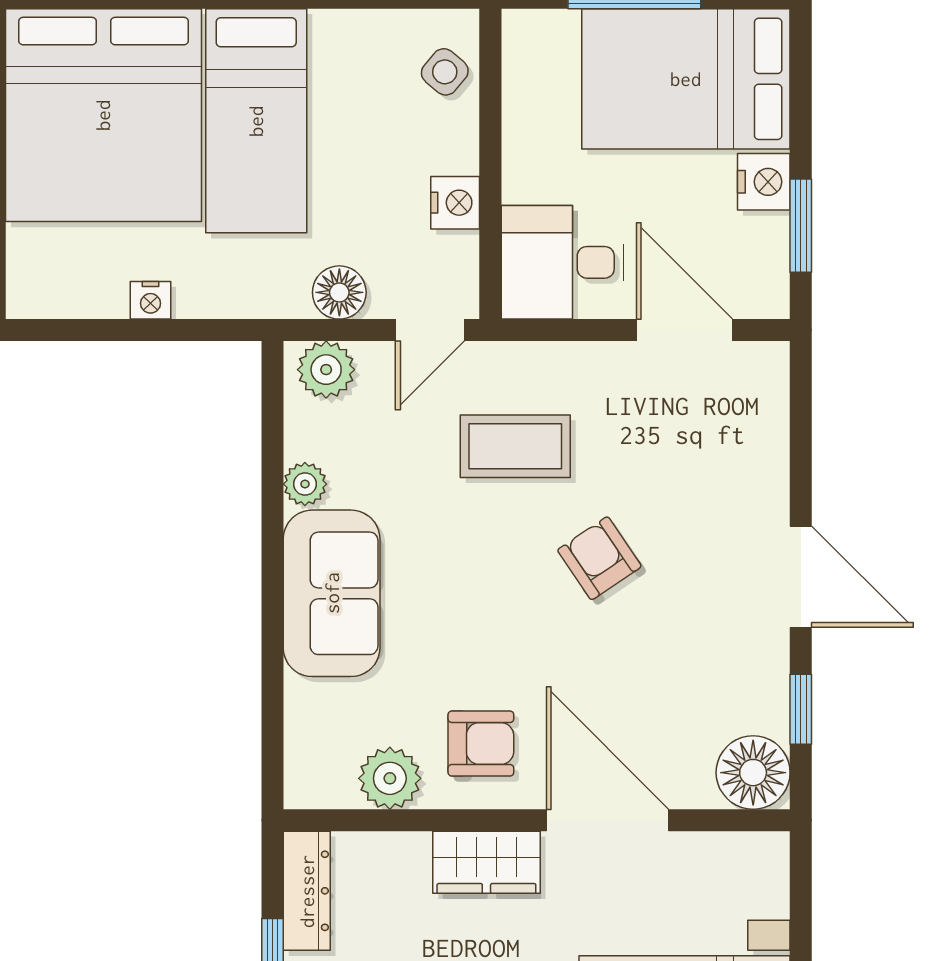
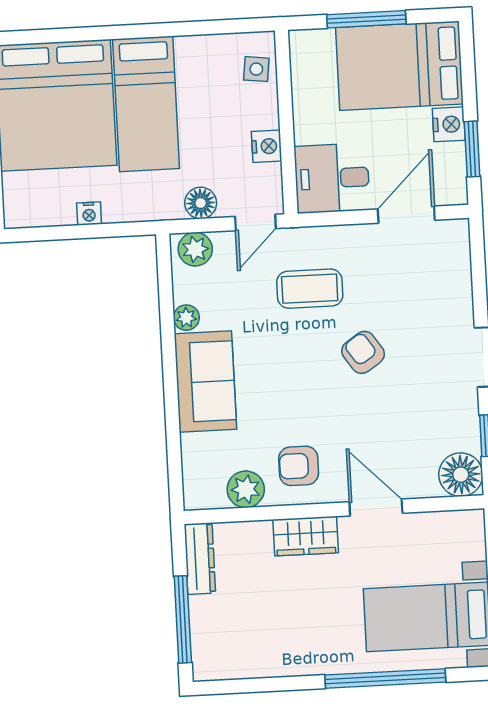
side table: (445, 72) -> (256, 69), turned -33
door: (684, 330) -> (406, 215), hinge flipped
armchair: (481, 744) -> (299, 466), turned 180
door: (607, 820) -> (376, 507), width x0.73

